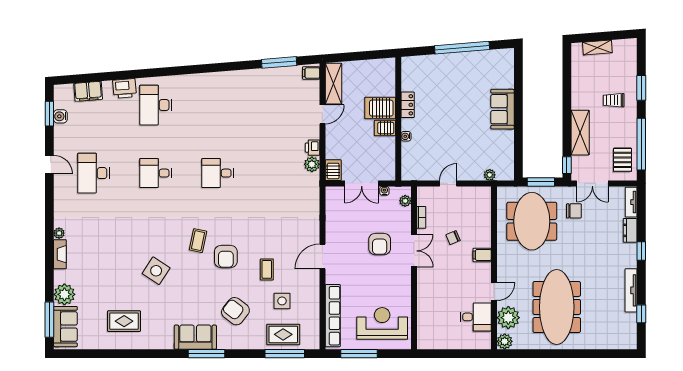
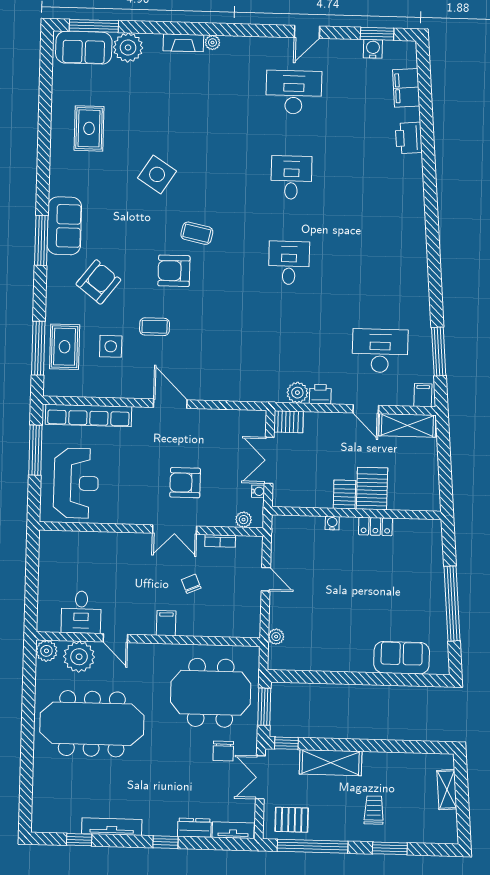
desk: (156, 105) -> (380, 351), moved
sofa: (502, 109) -> (402, 658), moved

